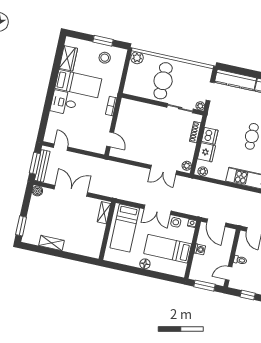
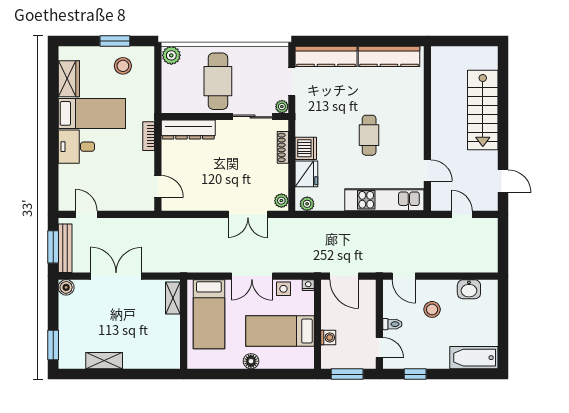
dresser: (137, 107) -> (188, 130), added
washing machine: (200, 249) -> (328, 338), moved
door: (229, 273) -> (379, 348), swing flipped

